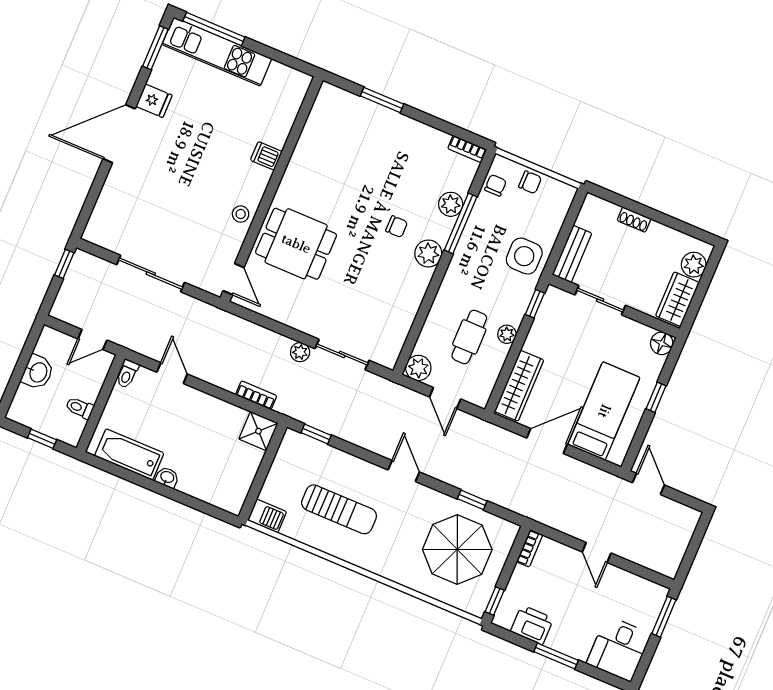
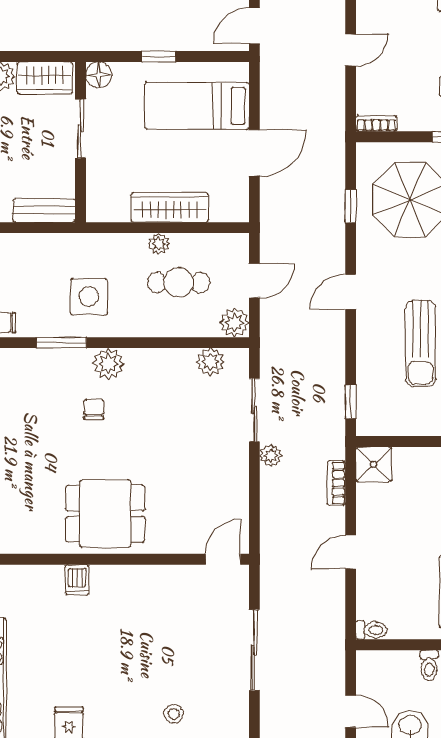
plant: (451, 204) -> (210, 362), moved
stool: (241, 214) -> (174, 714), moved
window: (461, 223) -> (62, 343), width x0.69
dining table: (296, 244) -> (105, 514), moved, turned 90
side table: (524, 256) -> (89, 297), moved
sliding door: (600, 300) -> (81, 129), moved
window: (535, 304) -> (114, 228), removed
door: (92, 339) -> (351, 711), moved
door: (172, 373) -> (351, 552), moved
wardrobe: (519, 386) -> (170, 207), moved
door: (547, 441) -> (254, 153), swing flipped
sun lounger: (339, 509) -> (421, 344), turned 180

